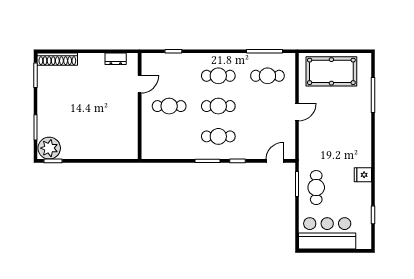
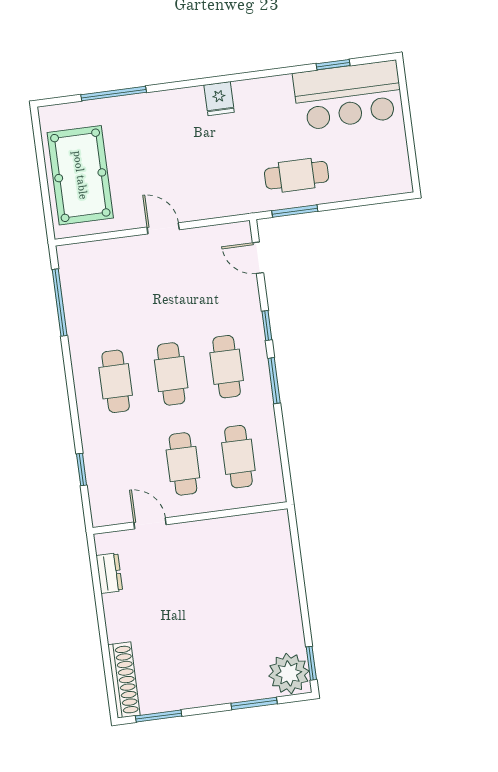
cafe table: (267, 76) -> (238, 457), moved
fridge: (363, 175) -> (219, 99), moved
bar counter: (327, 233) -> (348, 95), moved, turned -90

